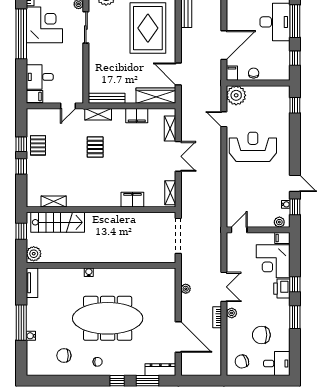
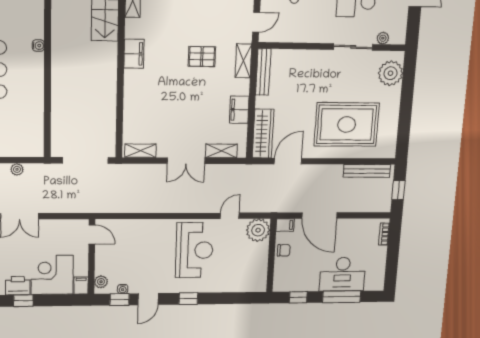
window: (295, 105) -> (188, 299), moved
door: (68, 106) -> (256, 22), swing flipped
filing cabinet: (132, 200) -> (134, 54), moved

